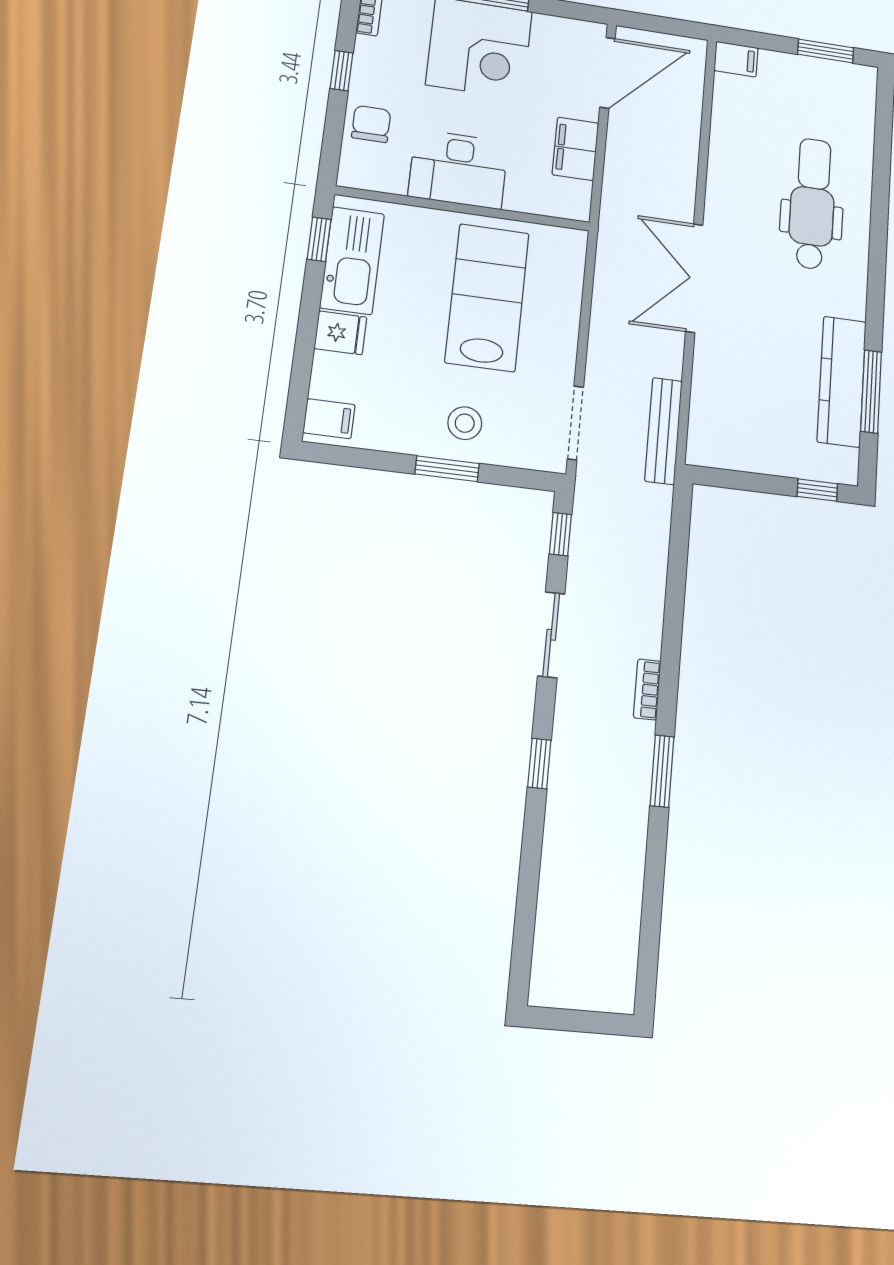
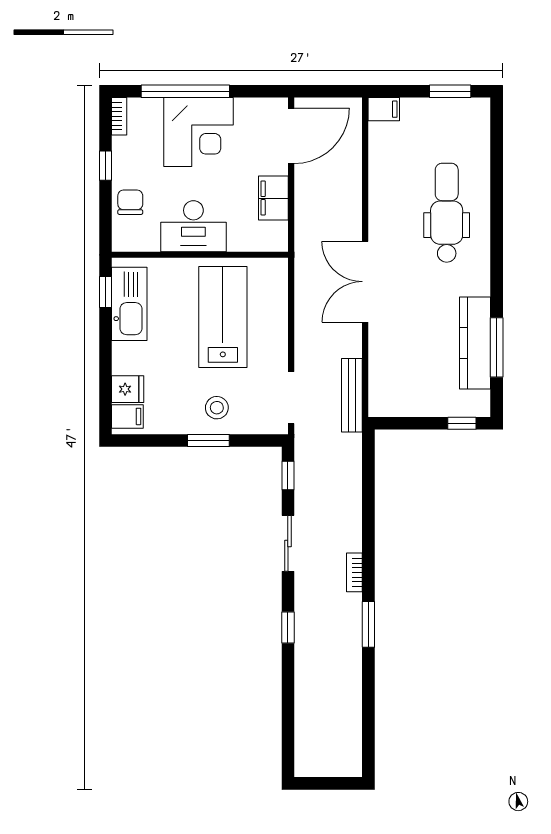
fridge: (340, 333) -> (128, 389), moved

